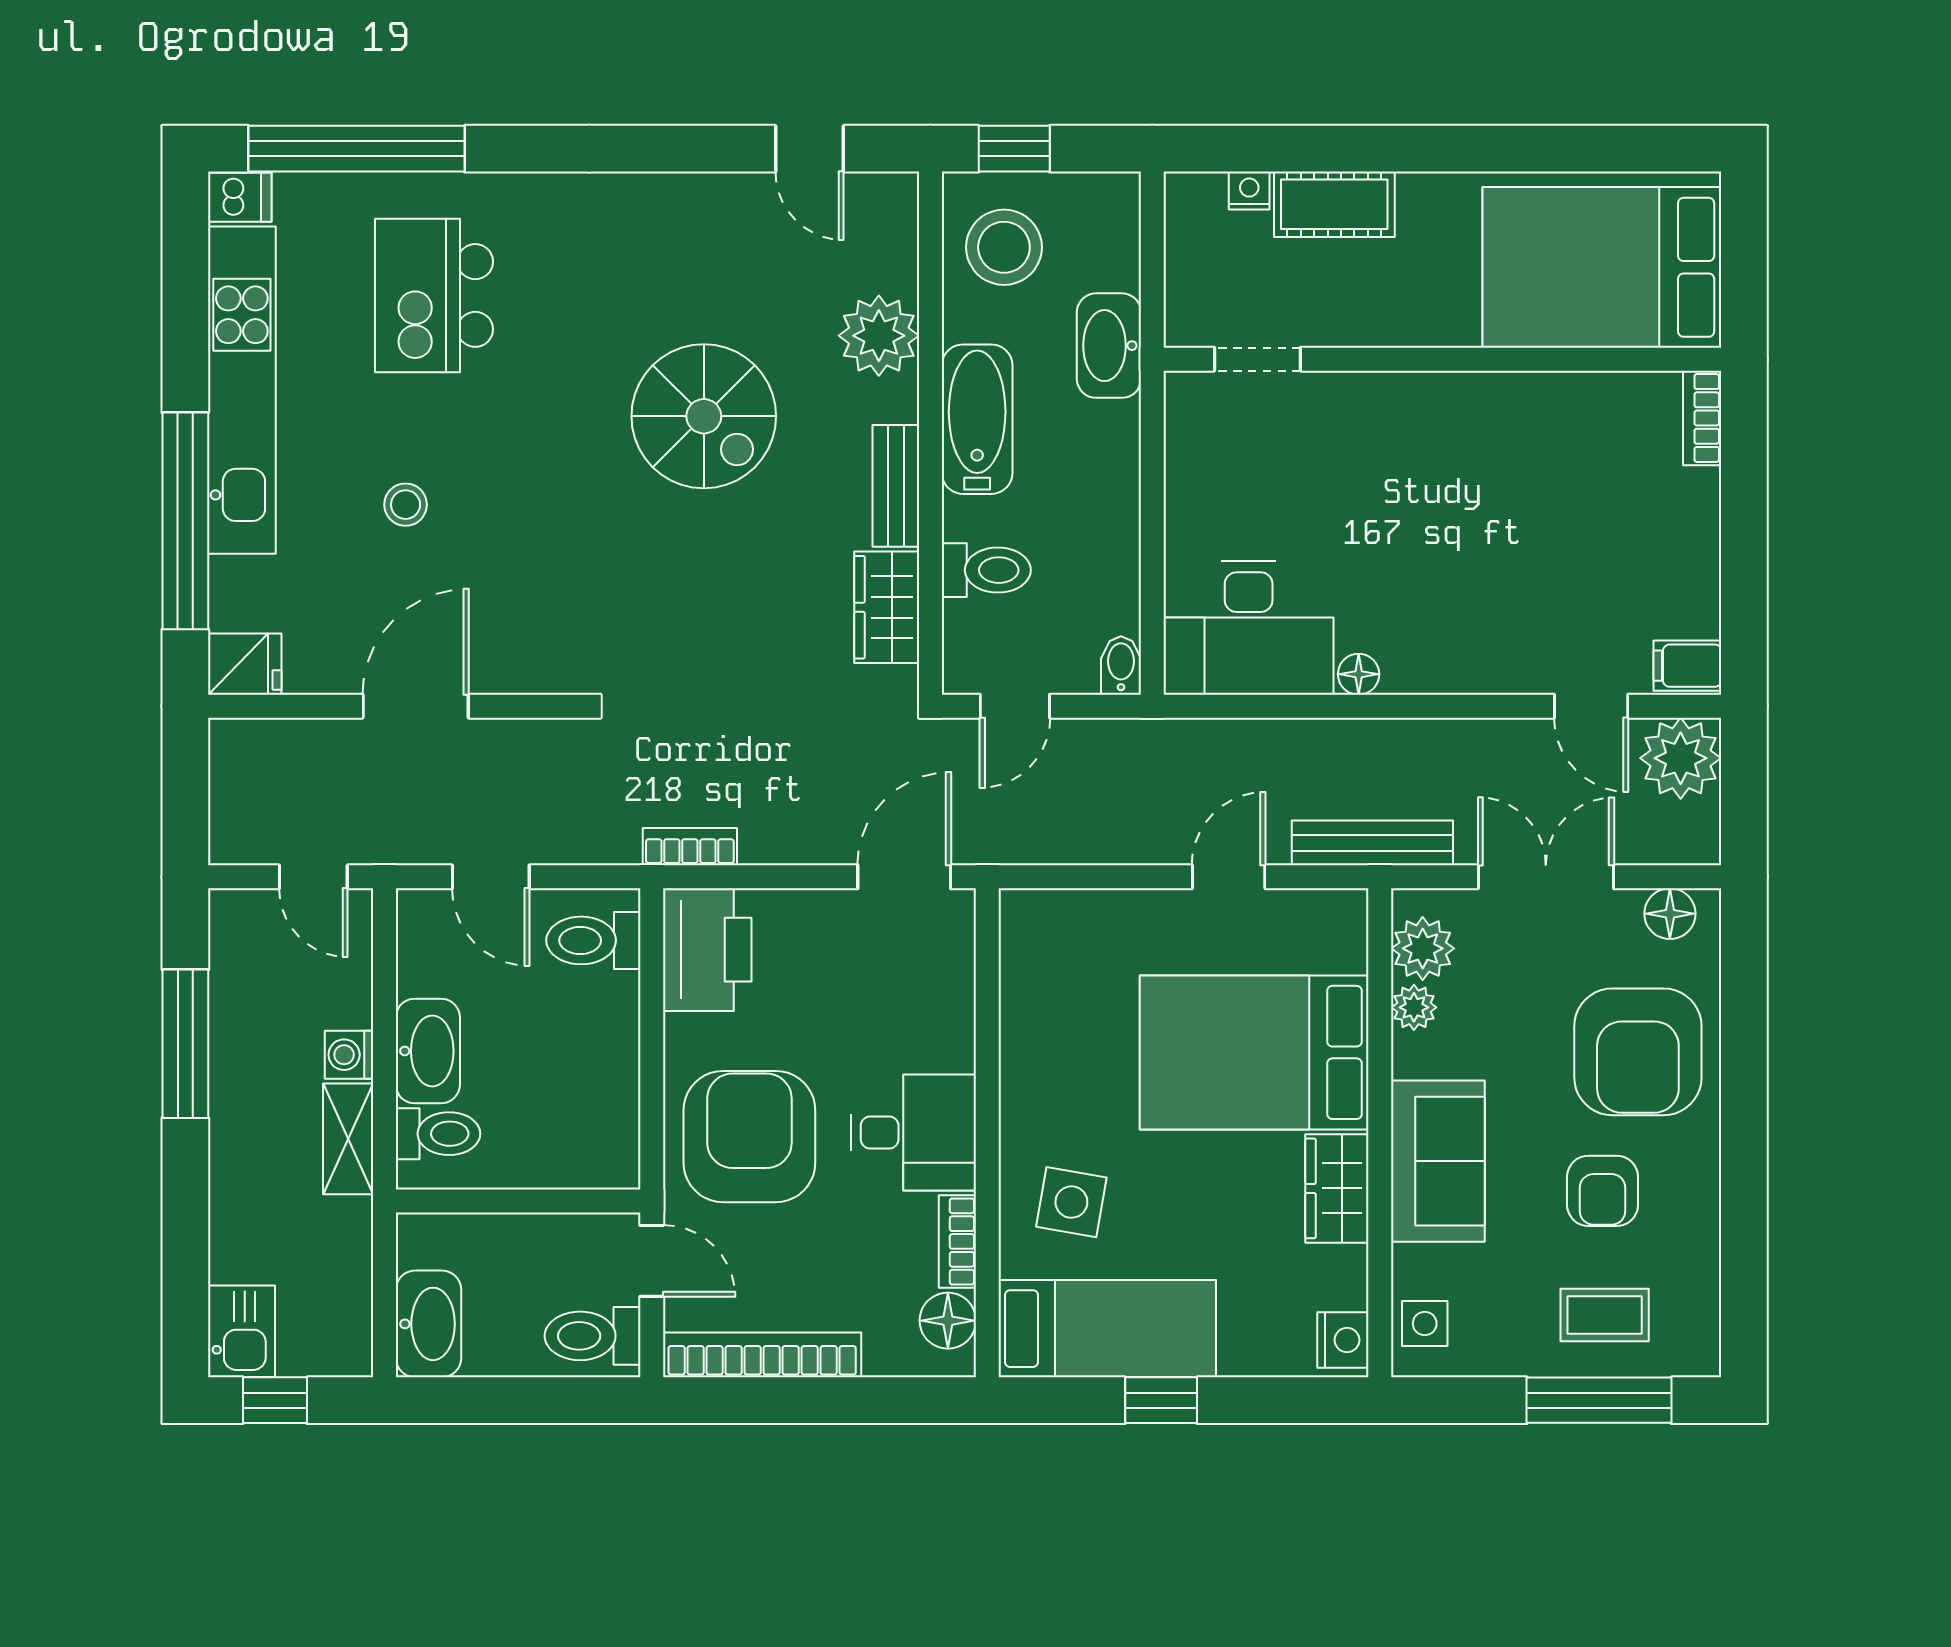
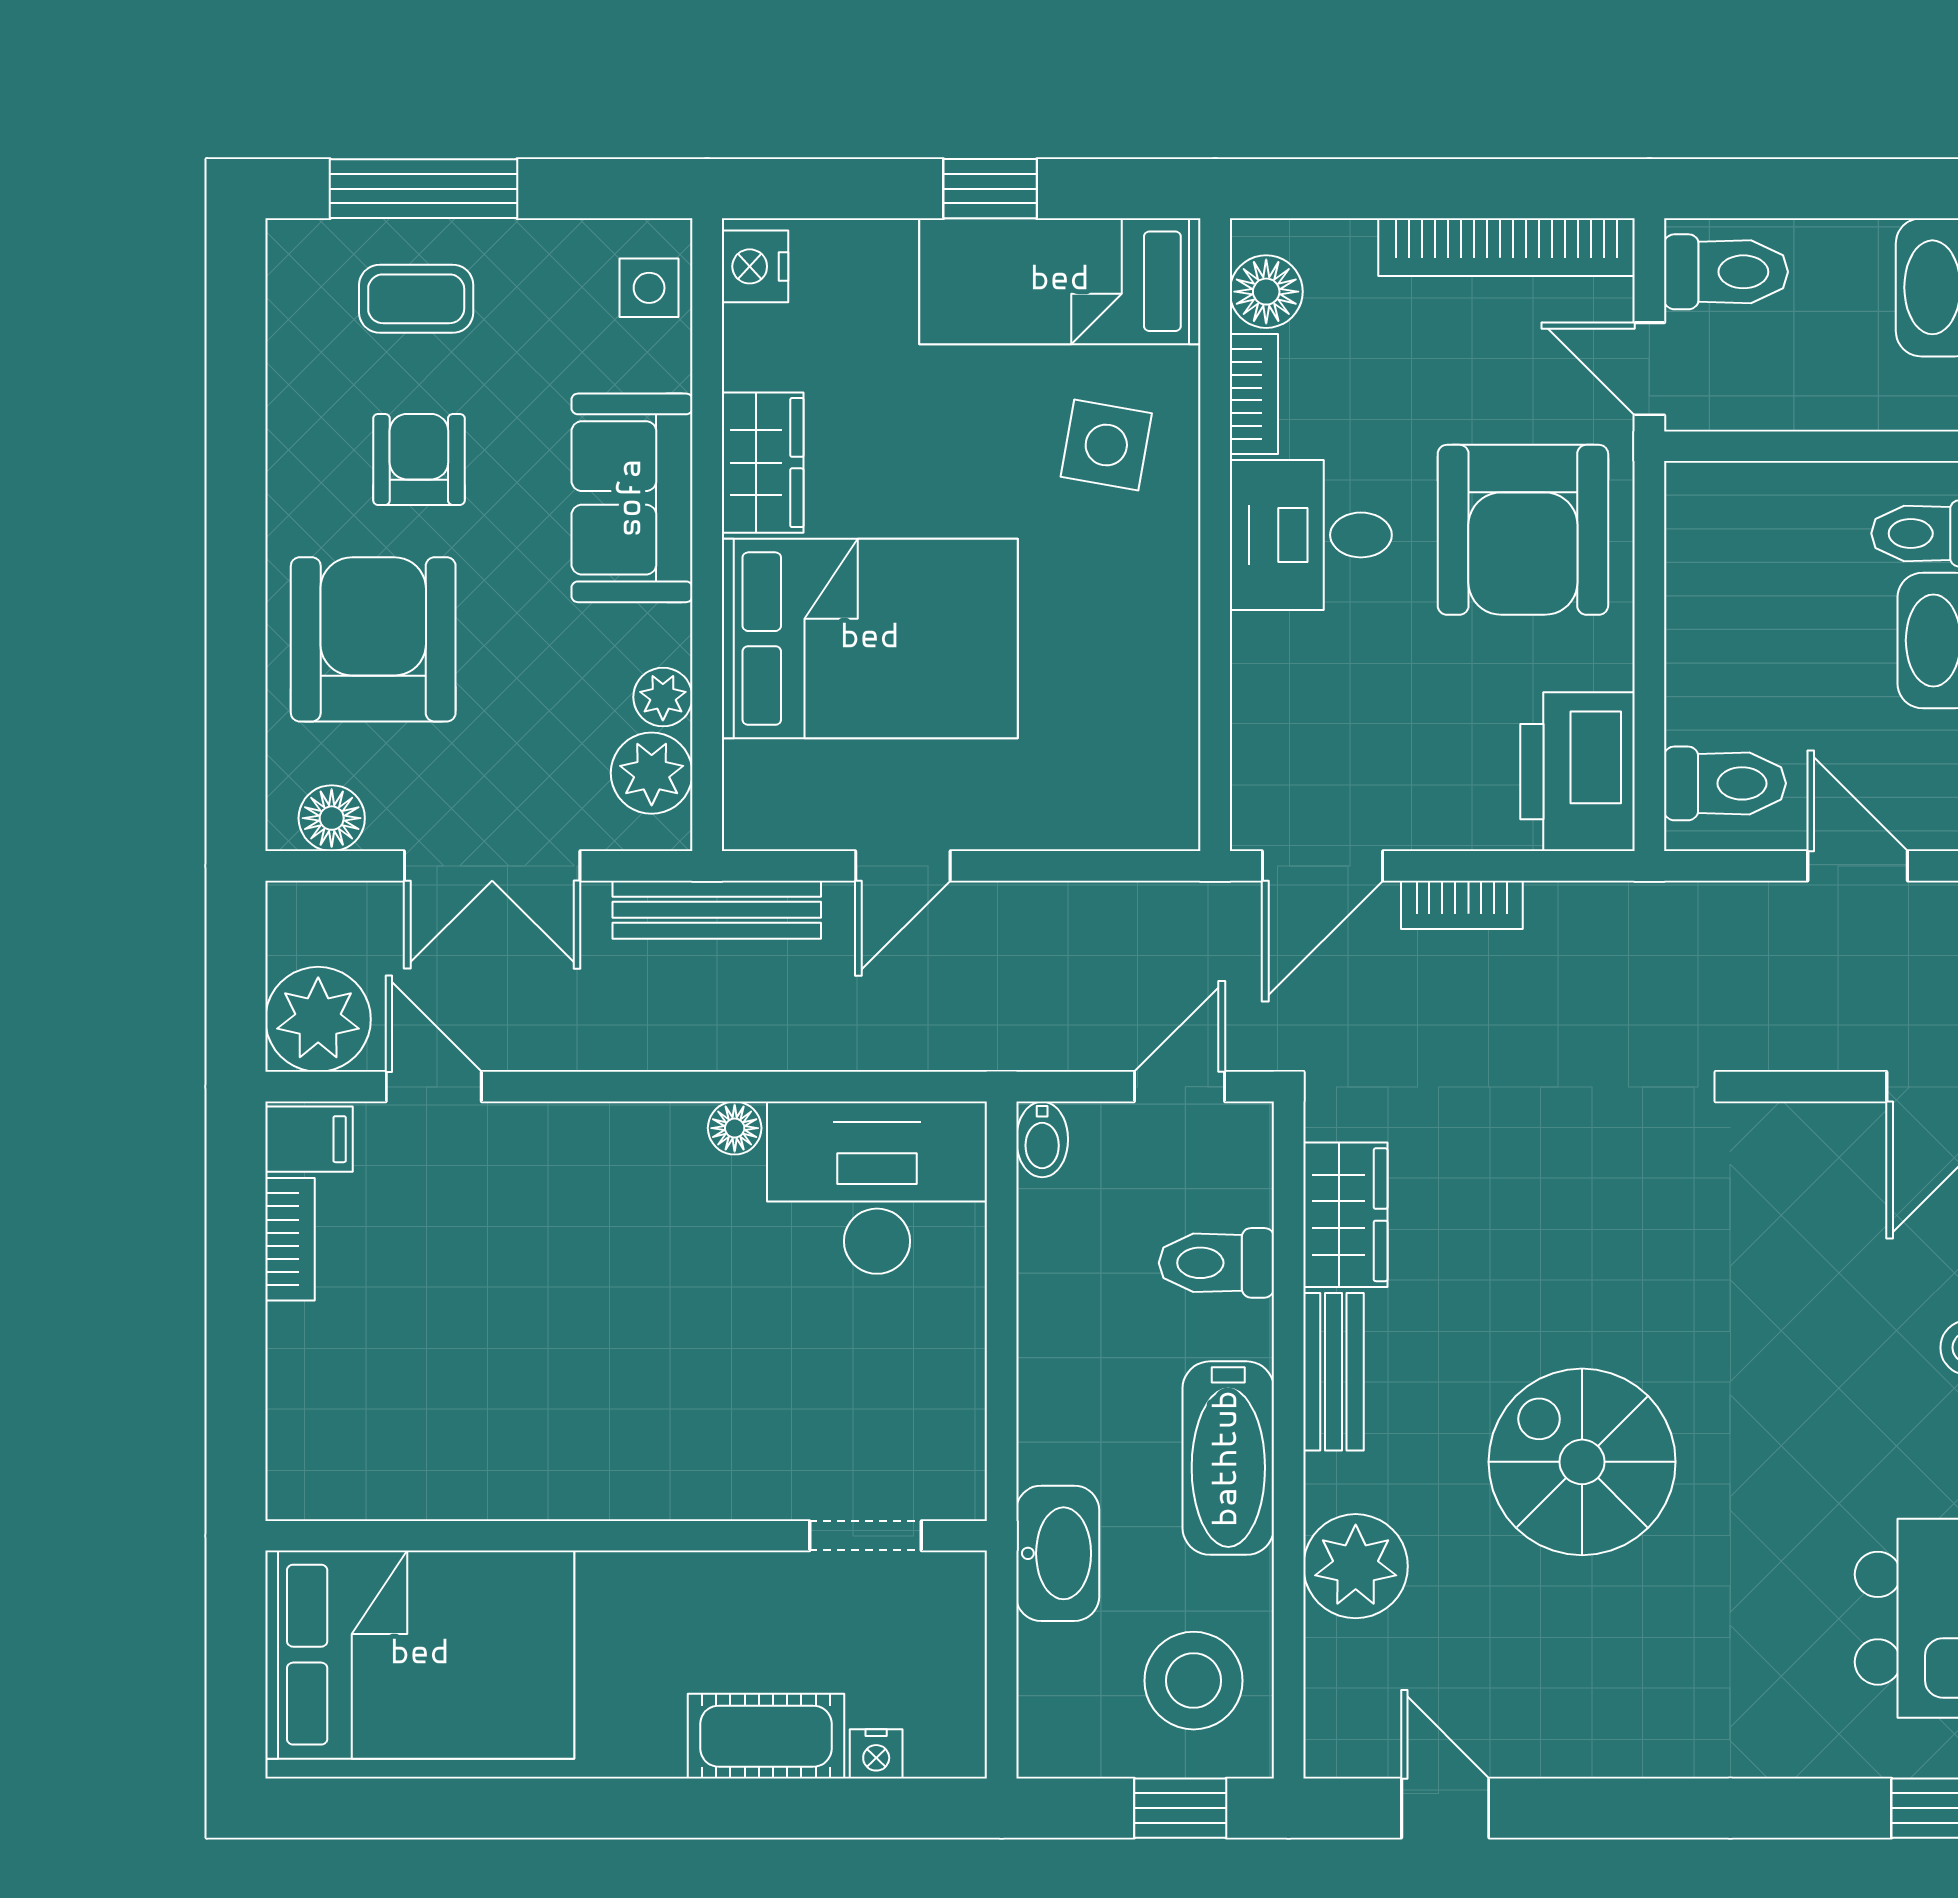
bookcase: (1702, 418) -> (290, 1239), moved
bookcase: (690, 847) -> (1462, 905), moved

